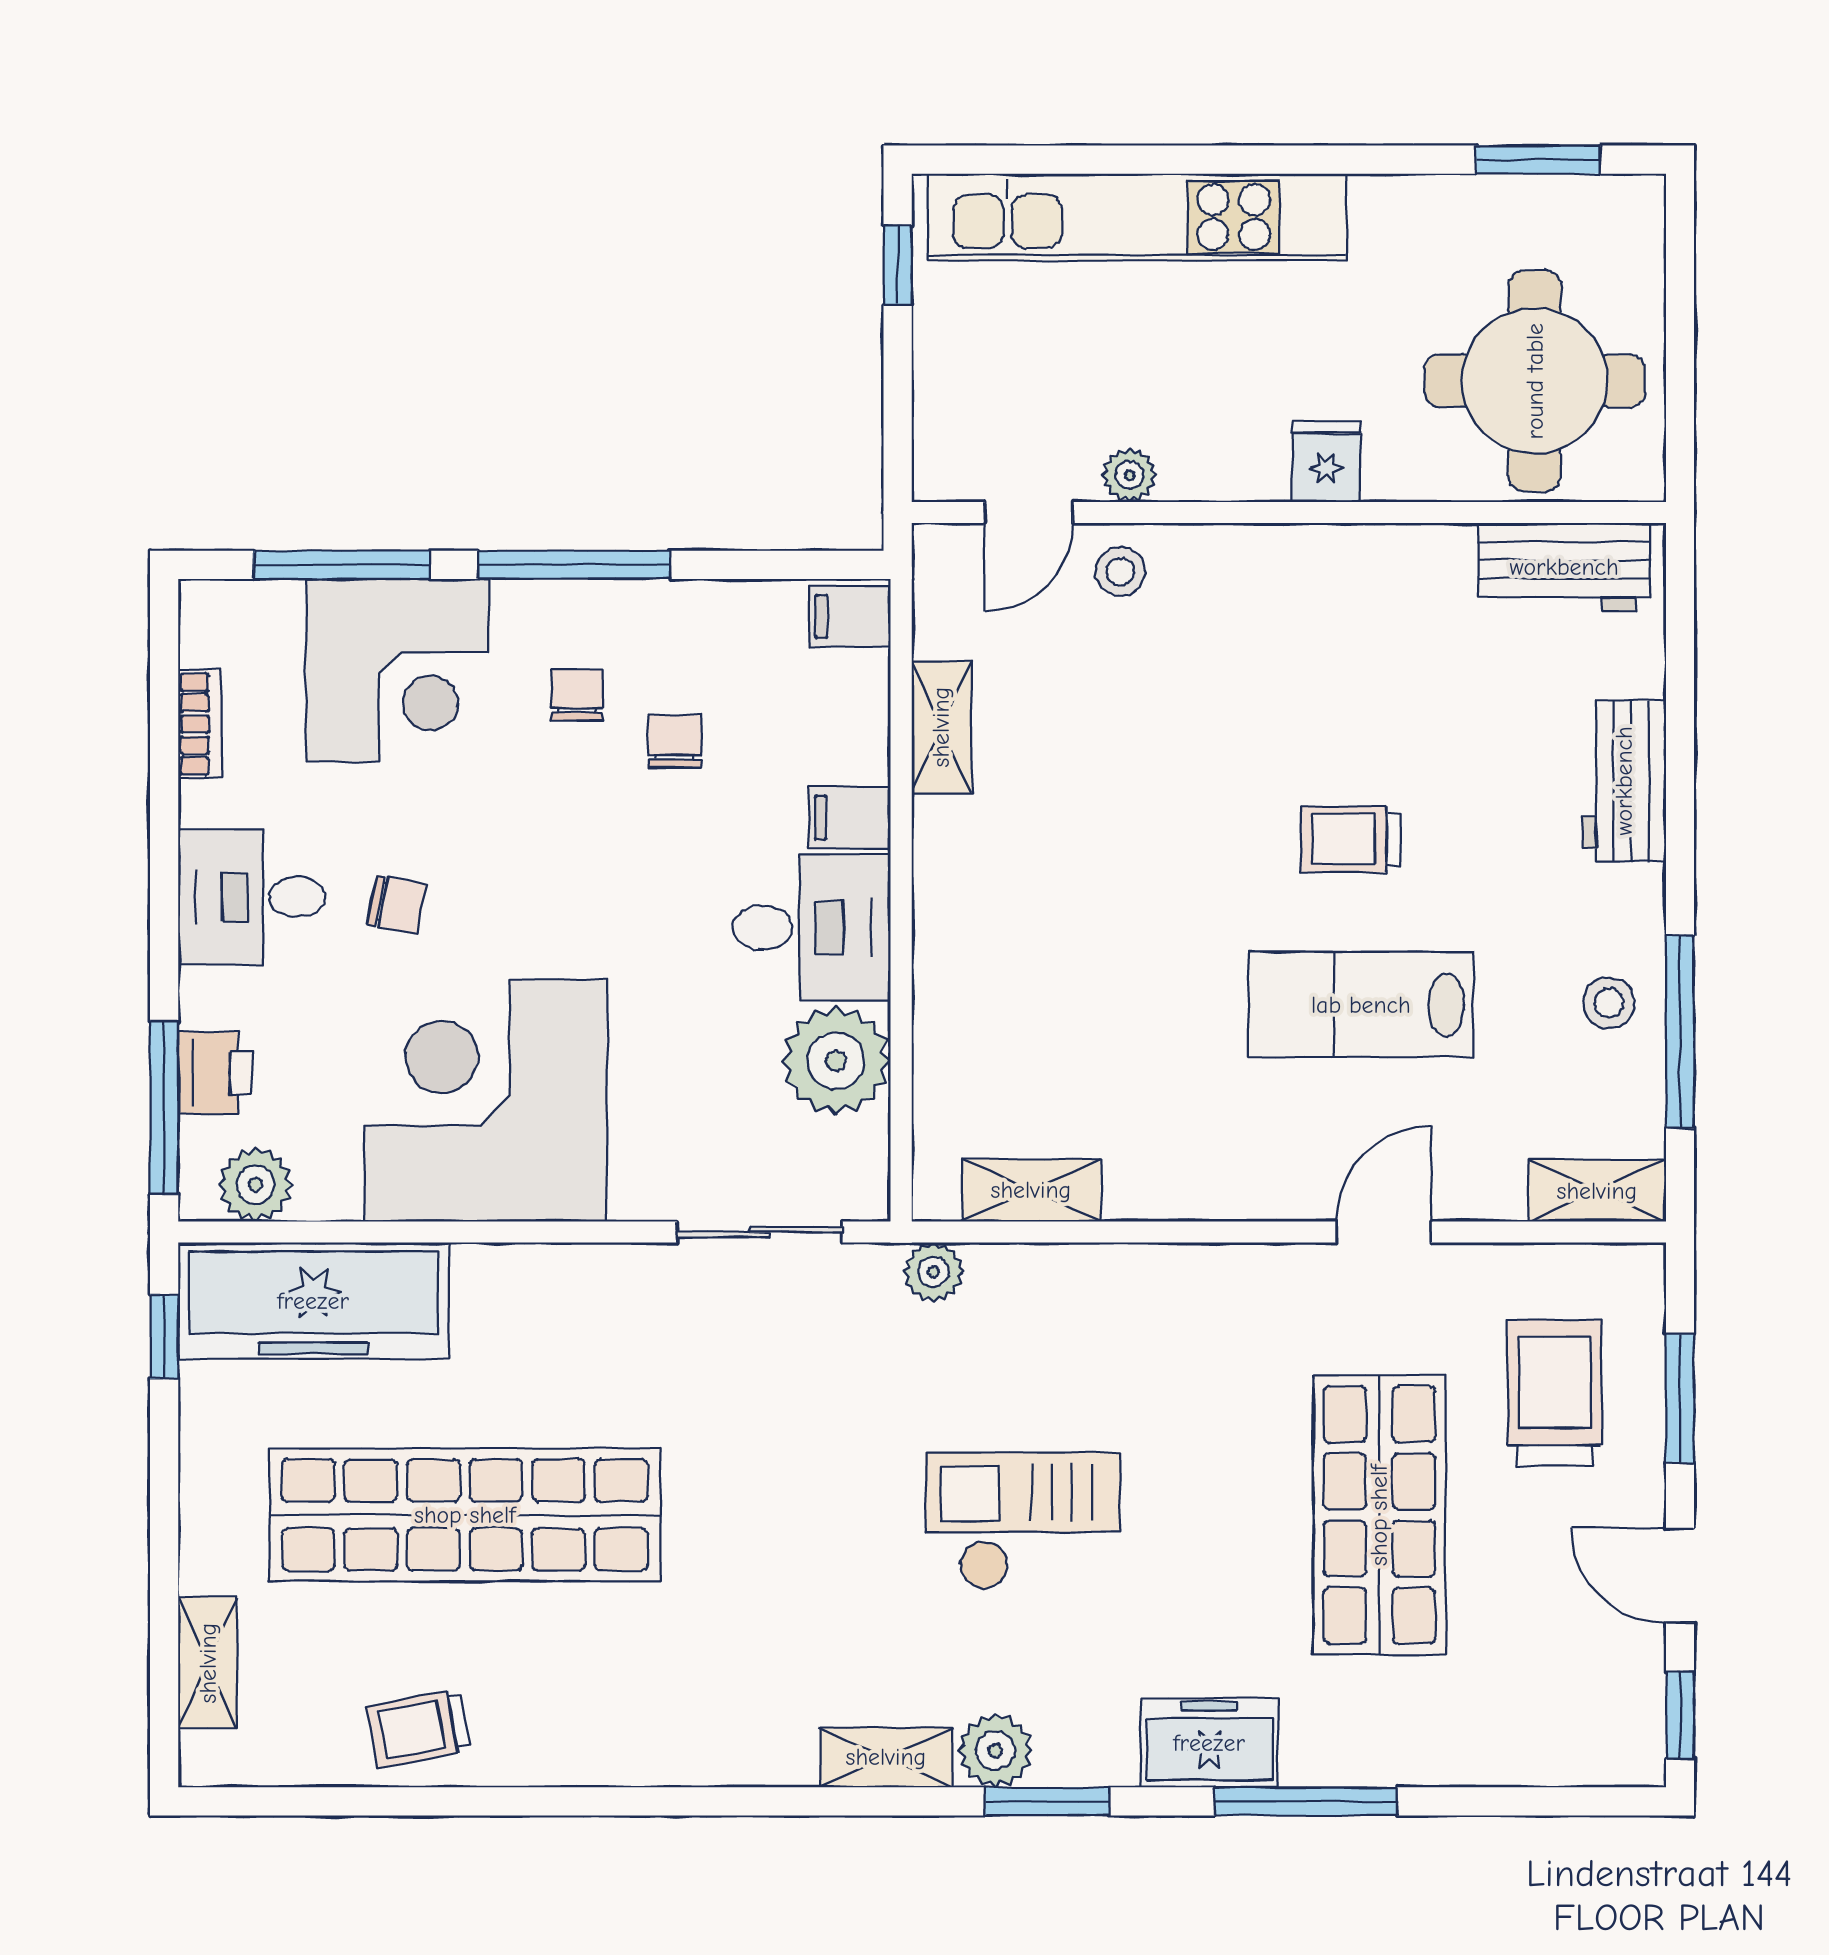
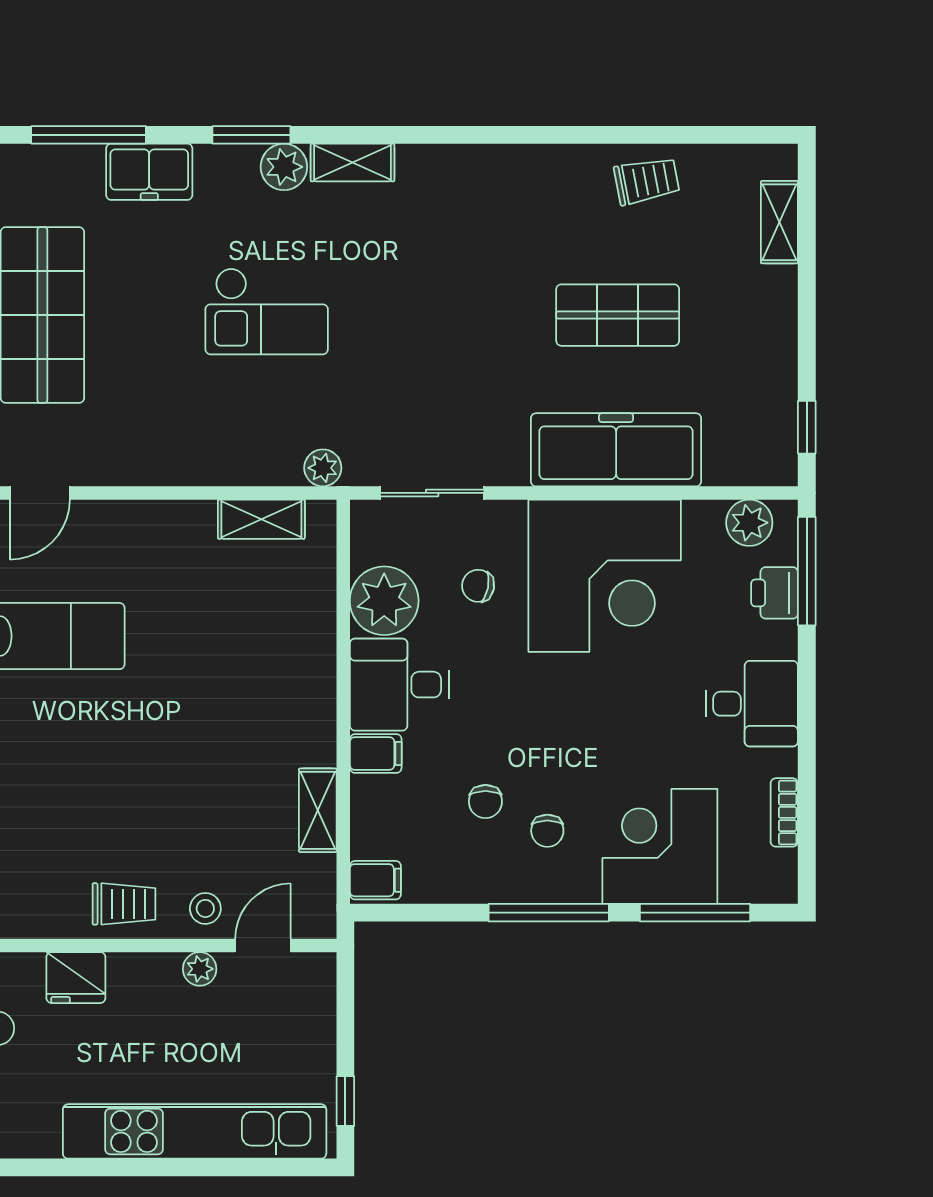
fridge: (1326, 462) -> (76, 978), width x1.38
trolley: (1351, 839) -> (124, 904), moved
chair: (397, 905) -> (478, 586), moved
freezer: (313, 1301) -> (616, 450), moved
shop shelf: (465, 1515) -> (618, 315), width x0.50, depth x0.74

